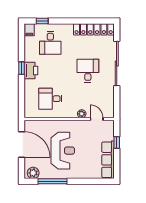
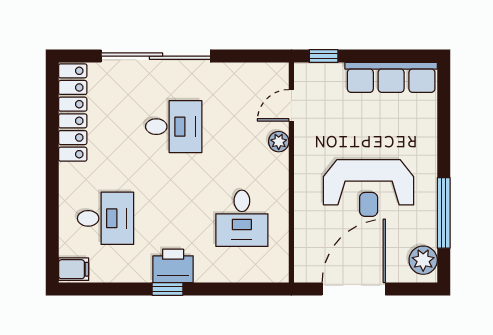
window: (42, 21) -> (52, 238), removed
desk: (88, 71) -> (174, 127), turned 180
window: (117, 142) -> (324, 56), moved
reception desk: (63, 151) -> (369, 188), turned 180

